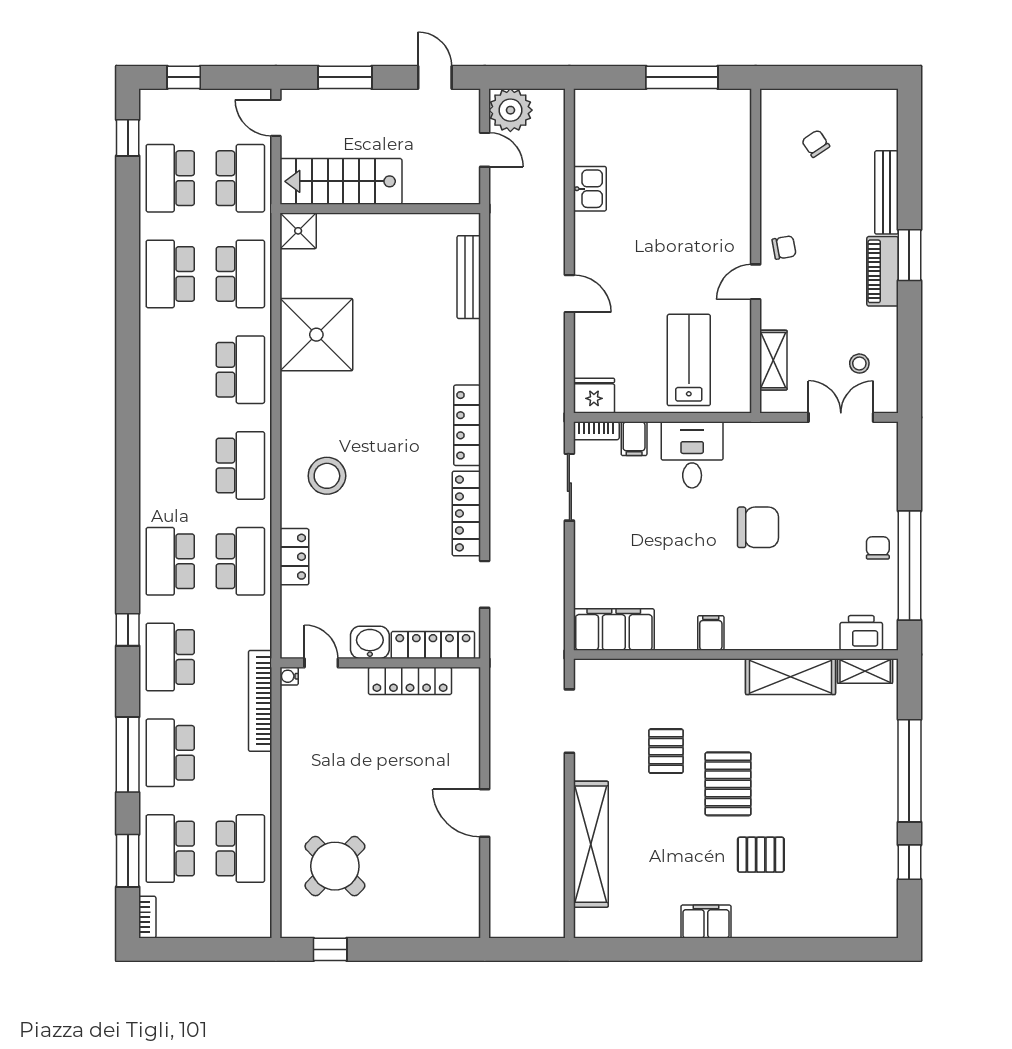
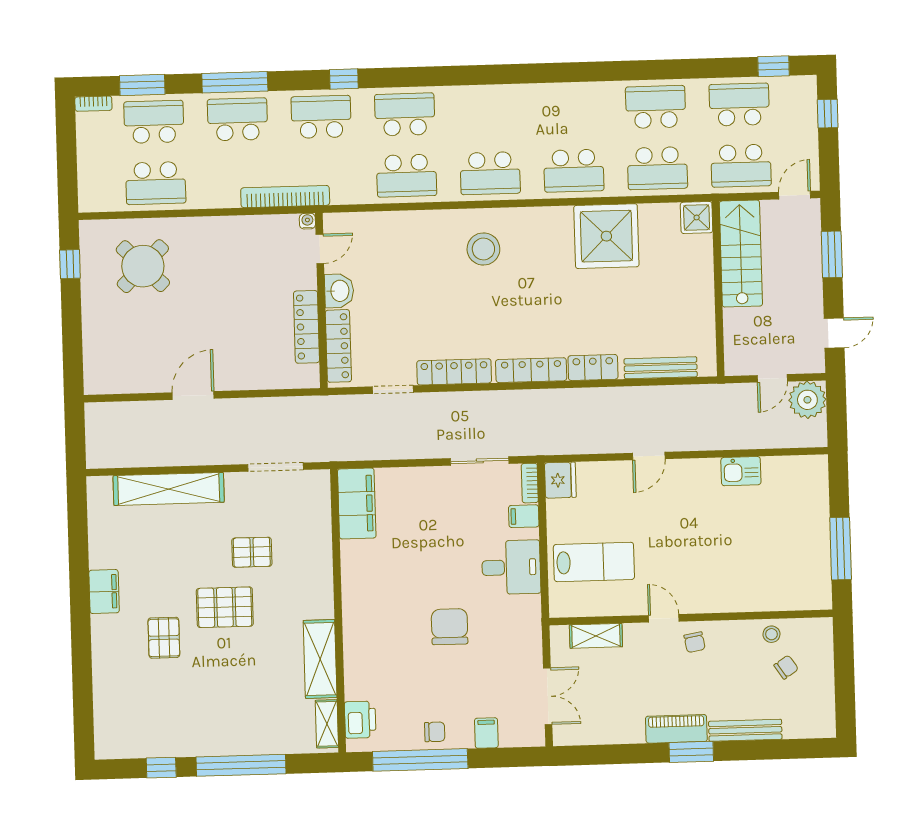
stool: (859, 364) -> (771, 634), moved
chair: (758, 527) -> (450, 627), turned 180
locker: (294, 557) -> (593, 367), moved, turned 180
filing cabinet: (711, 633) -> (486, 733), moved, turned -90

